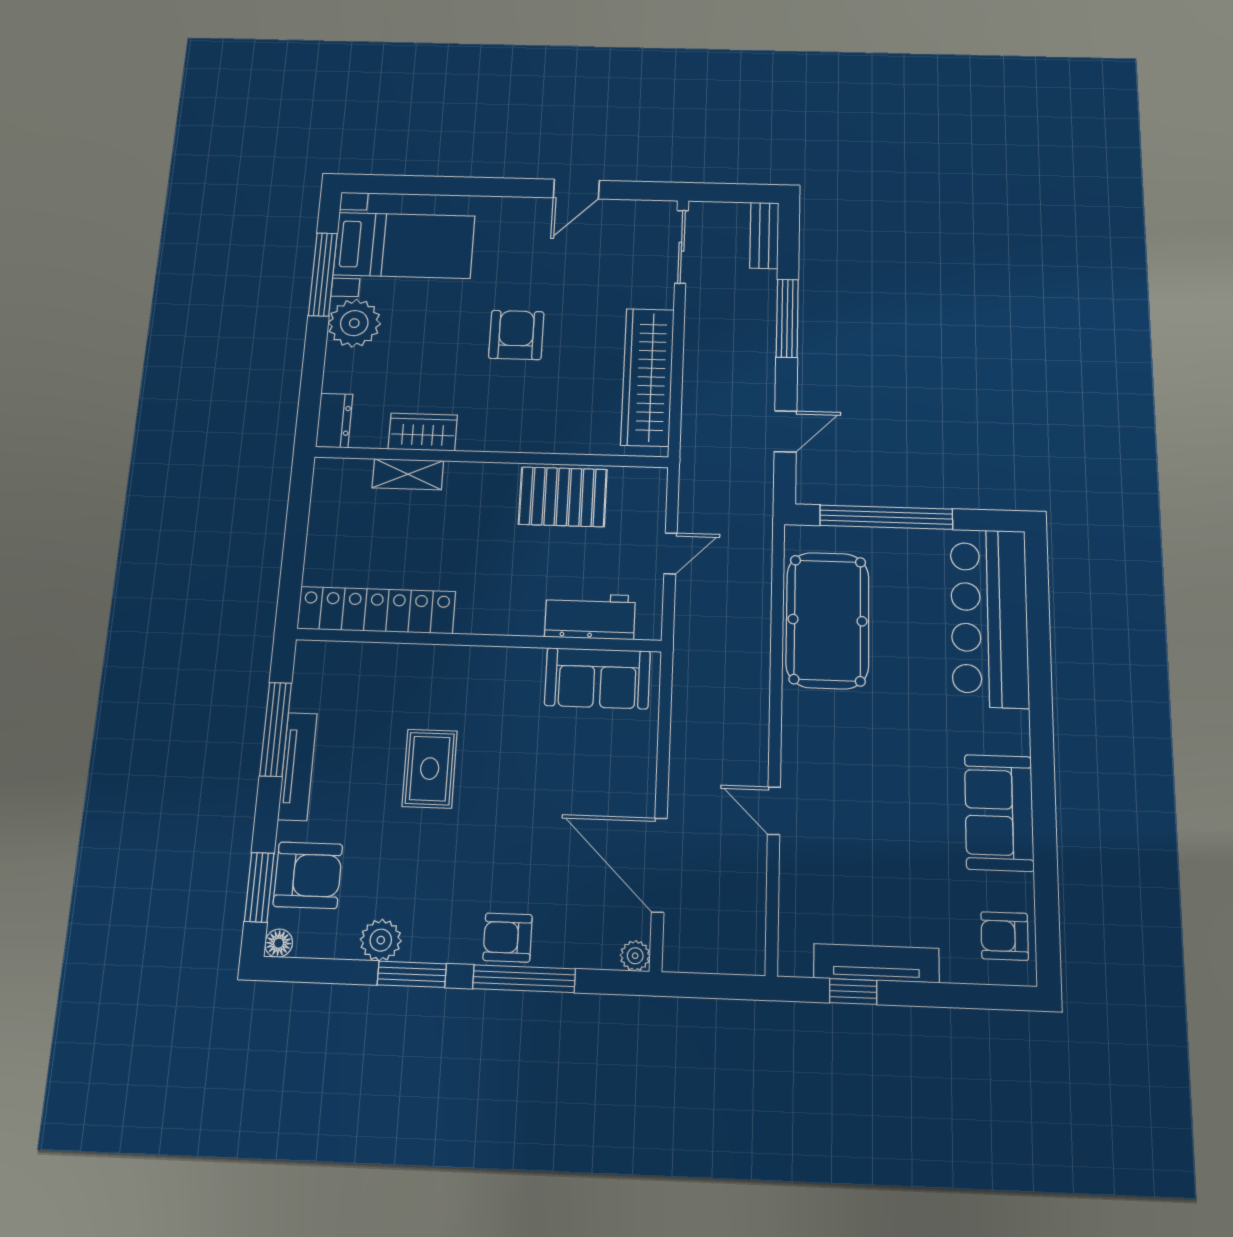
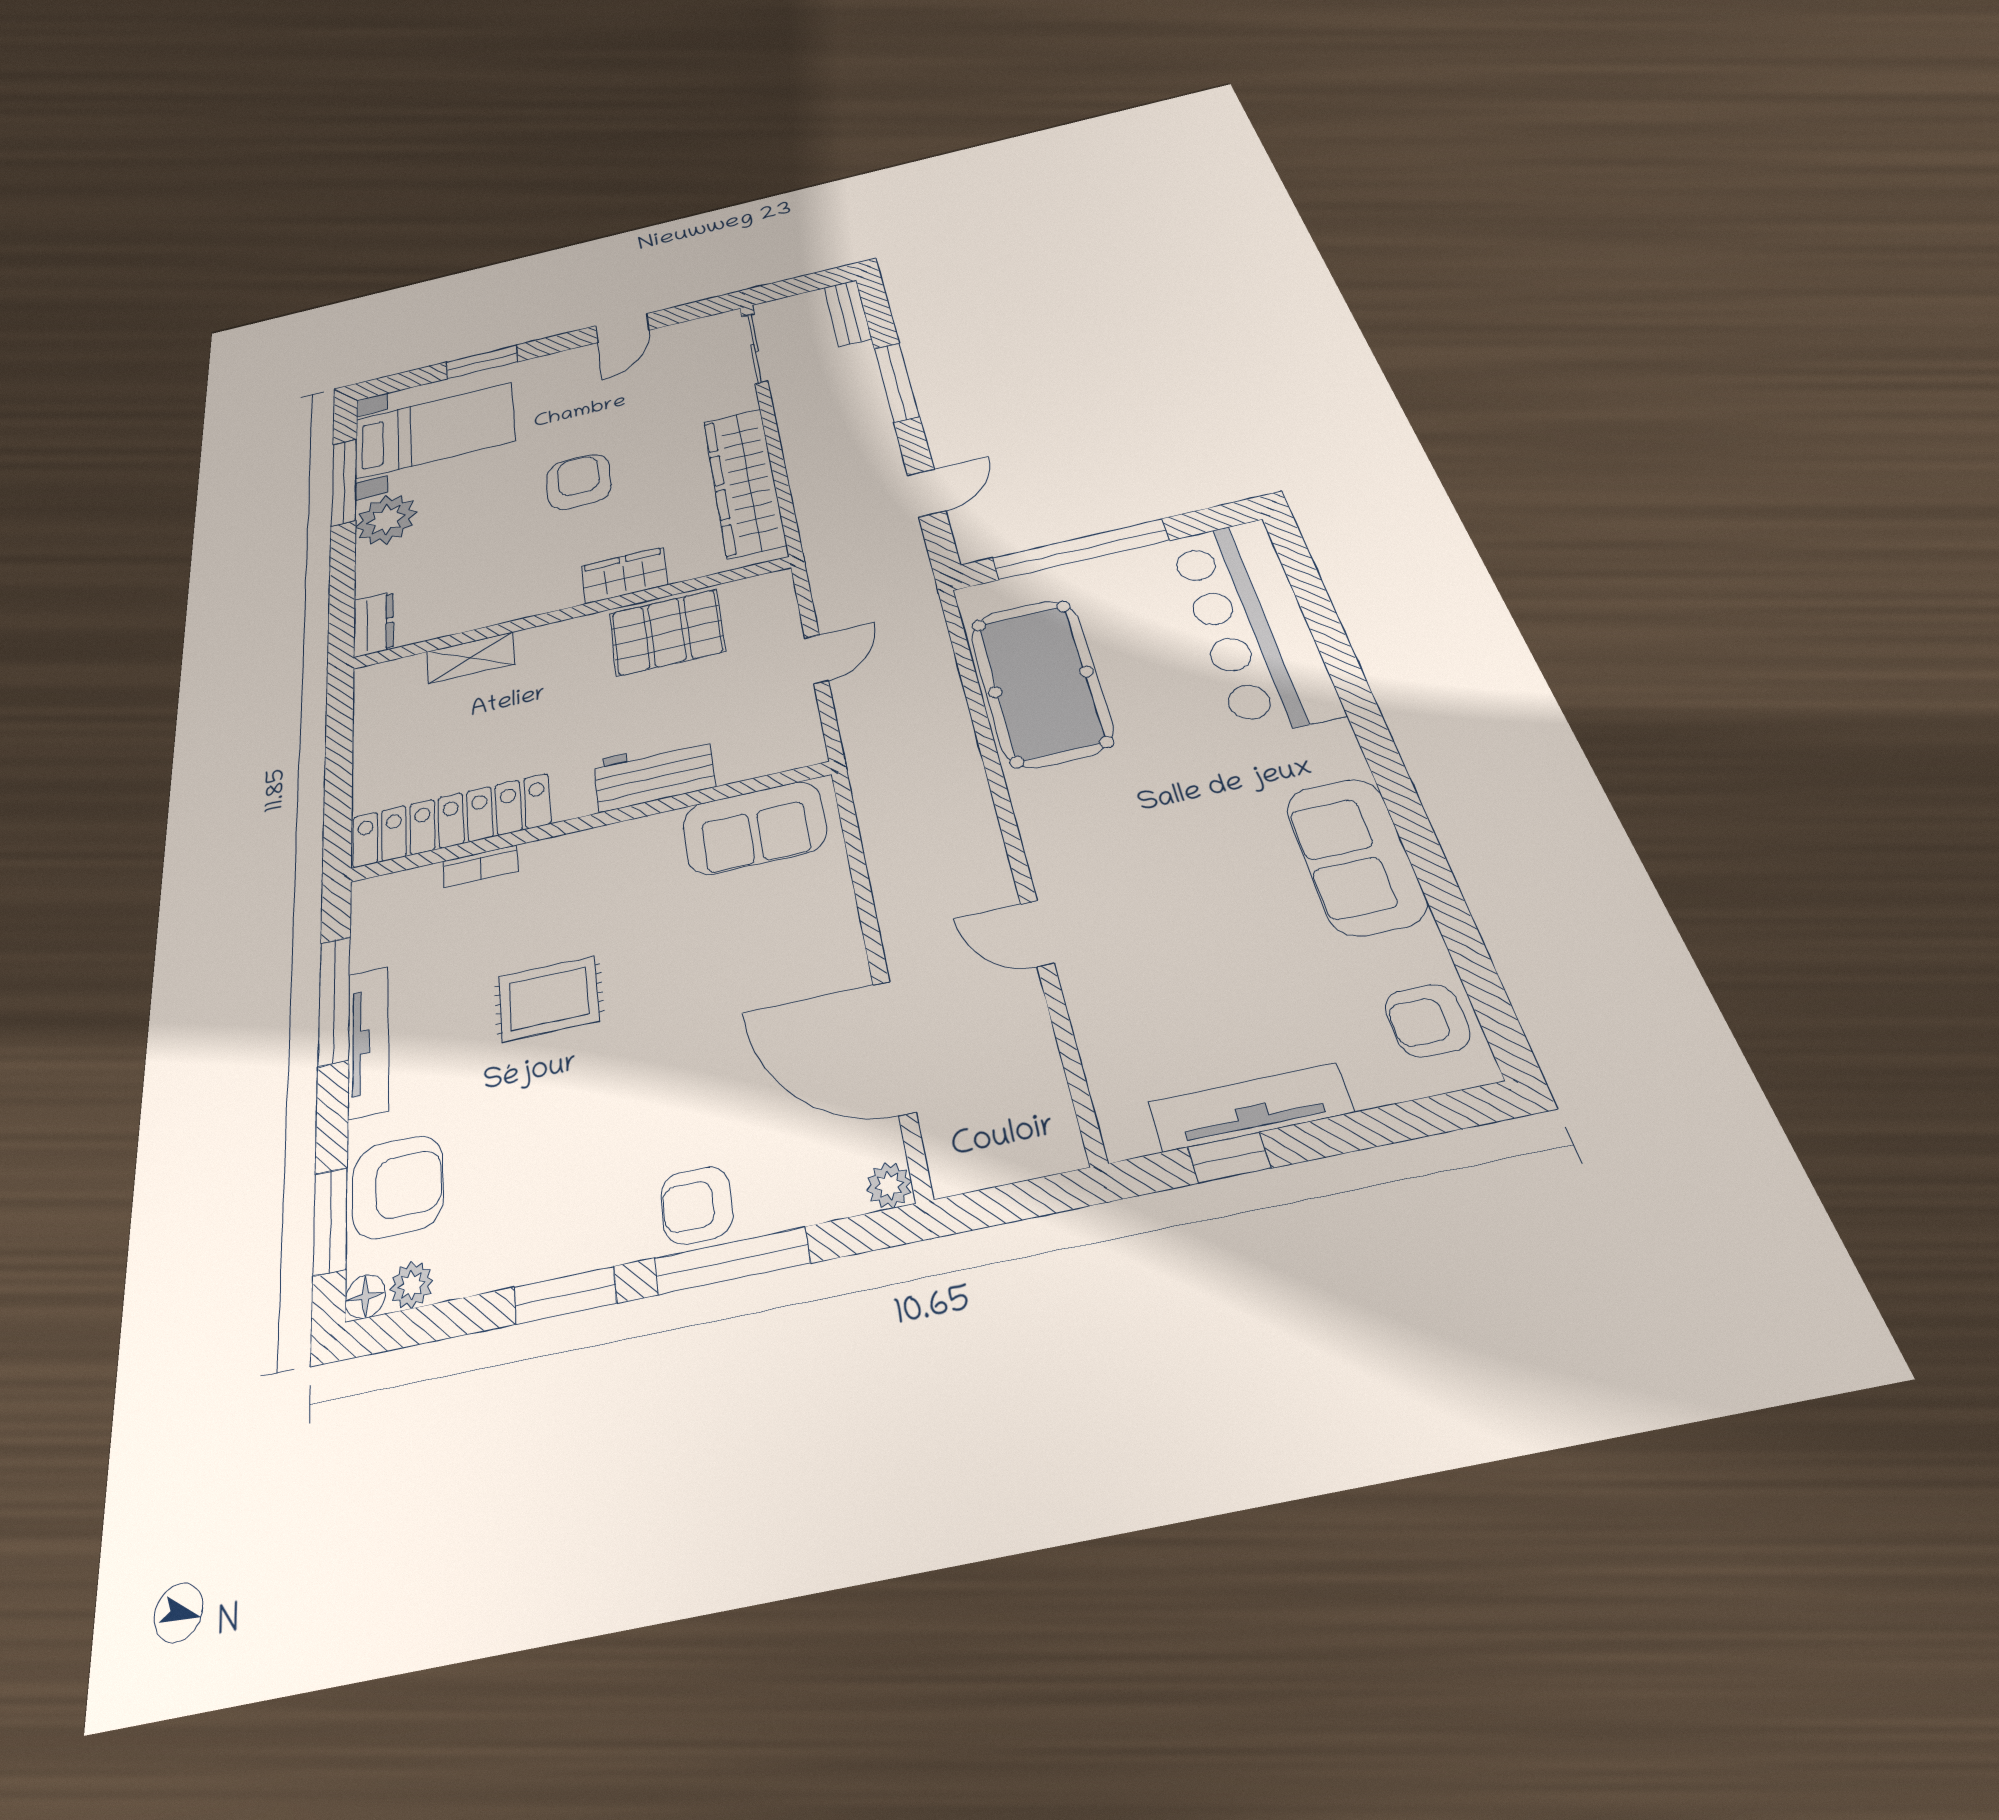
window: (453, 186) -> (482, 362), added
wardrobe: (423, 432) -> (624, 575), moved
workbench: (590, 616) -> (654, 774), moved
bookcase: (394, 653) -> (481, 866), added
rug: (430, 769) -> (549, 999), turned 90
plant: (381, 940) -> (411, 1285), moved, width x0.73, depth x0.73

